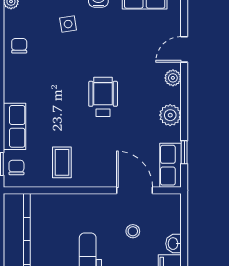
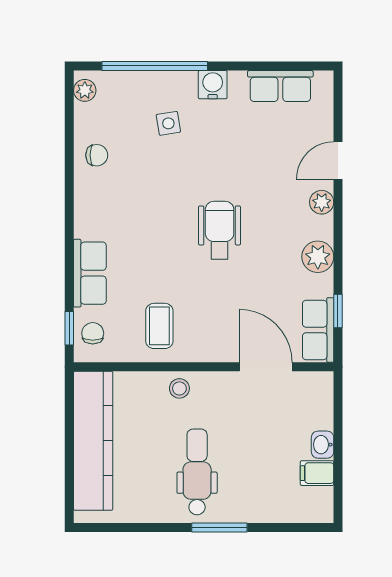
chair: (19, 46) -> (97, 155), turned 90
stool: (133, 231) -> (179, 388), moved

